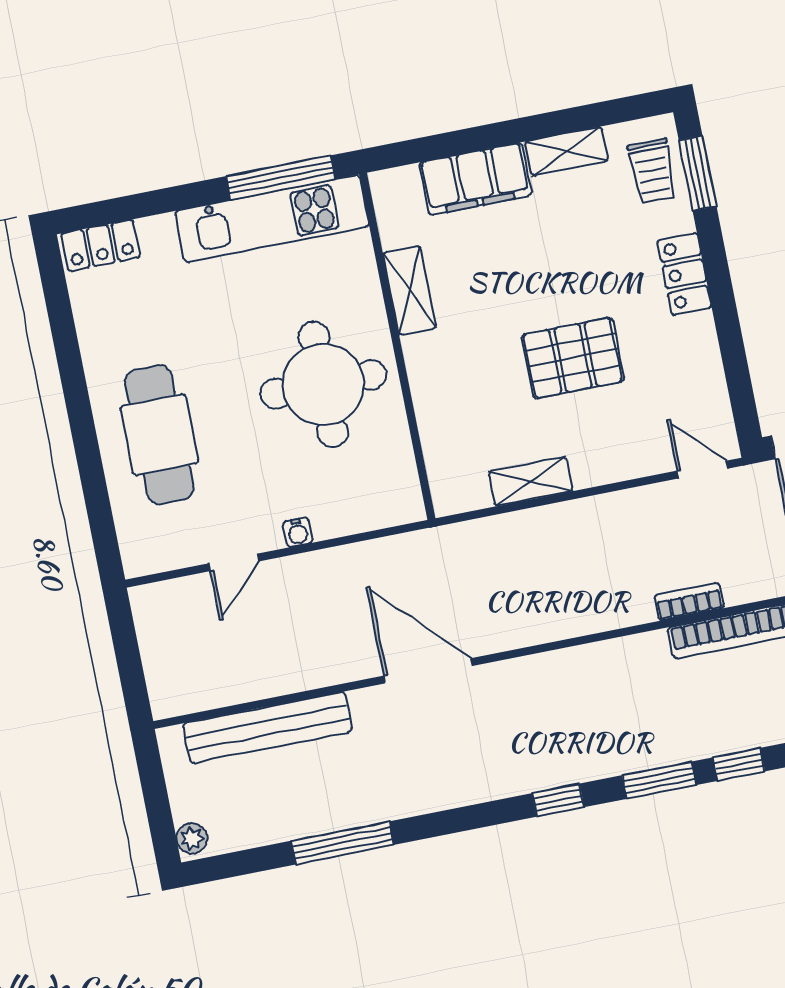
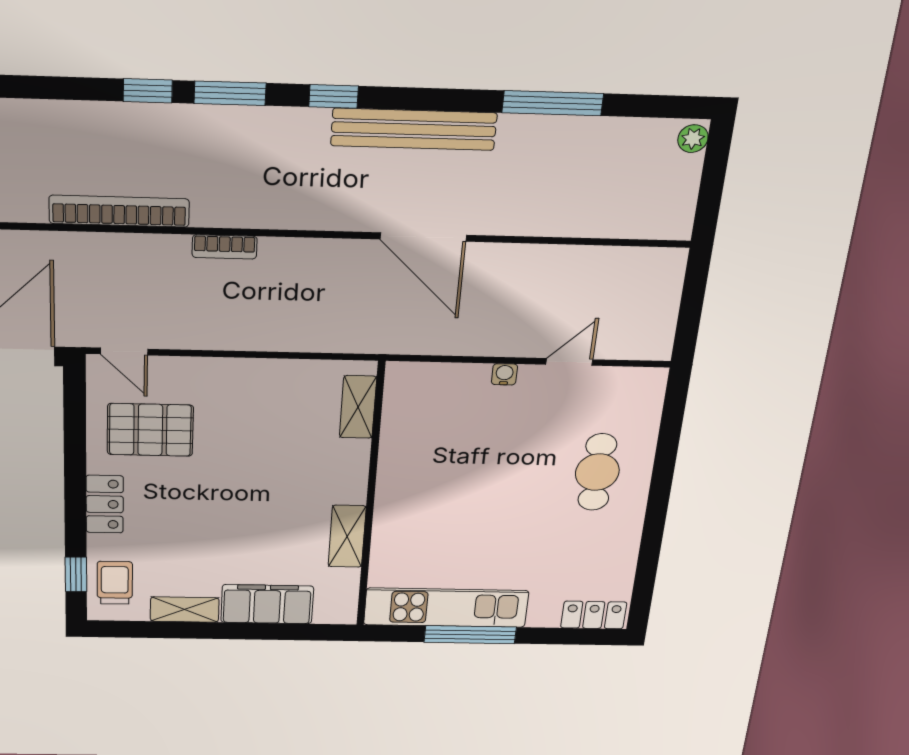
window: (698, 173) -> (76, 574), width x0.67
window: (281, 178) -> (470, 635), moved
pallet: (573, 358) -> (150, 430), moved
round table: (323, 384) -> (444, 482), removed
cafe table: (159, 435) -> (597, 472), width x0.73, depth x0.74
shelving: (531, 481) -> (358, 407), moved, turned 90
bookcase: (689, 601) -> (225, 247), moved
bench: (268, 728) -> (414, 129), moved

